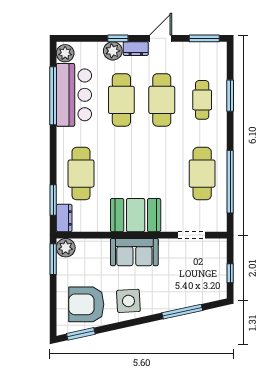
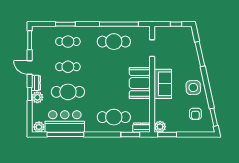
cafe table: (162, 100) -> (68, 67), width x0.73, depth x0.74
armchair: (86, 304) -> (195, 114), width x0.53, depth x0.53

